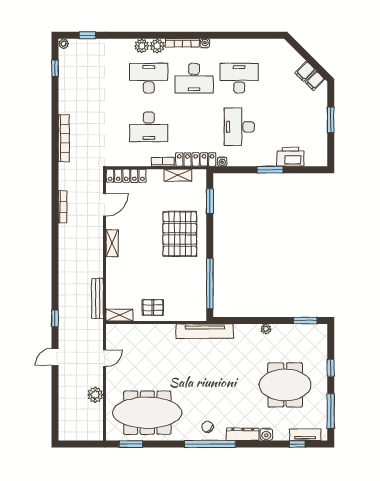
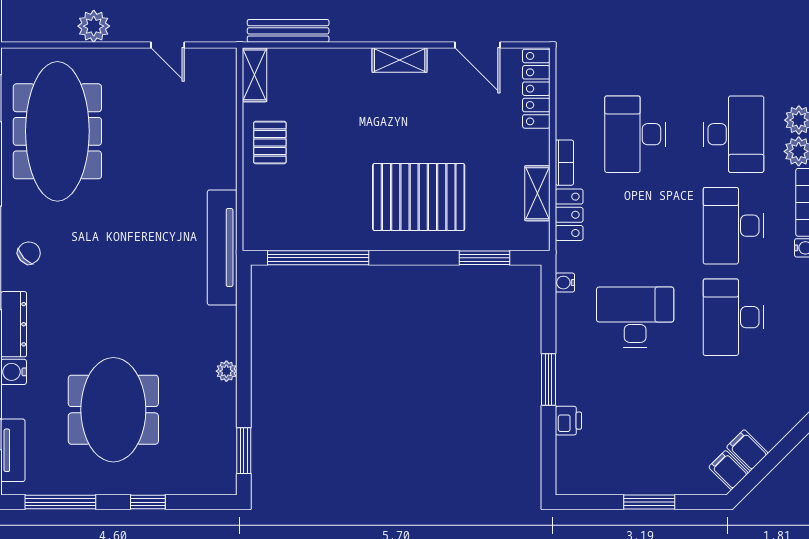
desk: (239, 78) -> (733, 317), turned 180
printer: (290, 157) -> (568, 421), width x0.53, depth x0.68
locker: (196, 159) -> (569, 215), width x0.66

